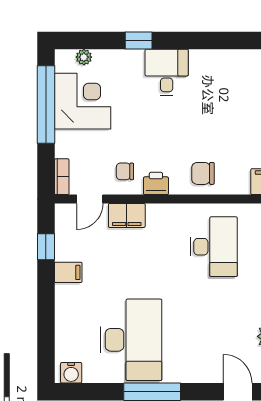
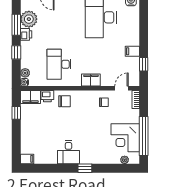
window: (139, 41) -> (85, 168), moved
desk: (167, 72) -> (68, 152), moved
printer: (156, 183) -> (47, 96), moved
filing cabinet: (127, 215) -> (91, 80), moved

